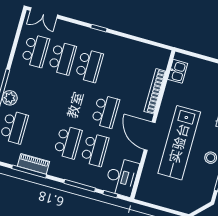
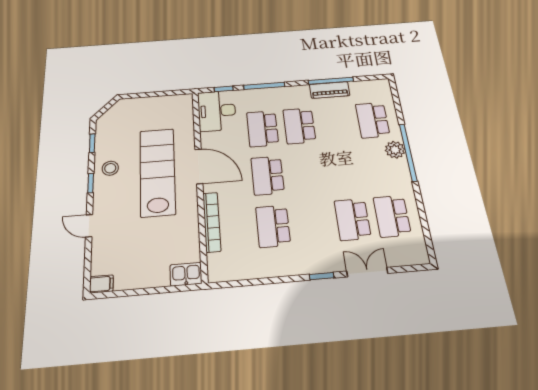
double door: (44, 13) -> (367, 272), moved
school desk: (89, 66) -> (273, 226), moved
kitchen sink: (178, 71) -> (186, 274), moved, turned 90

